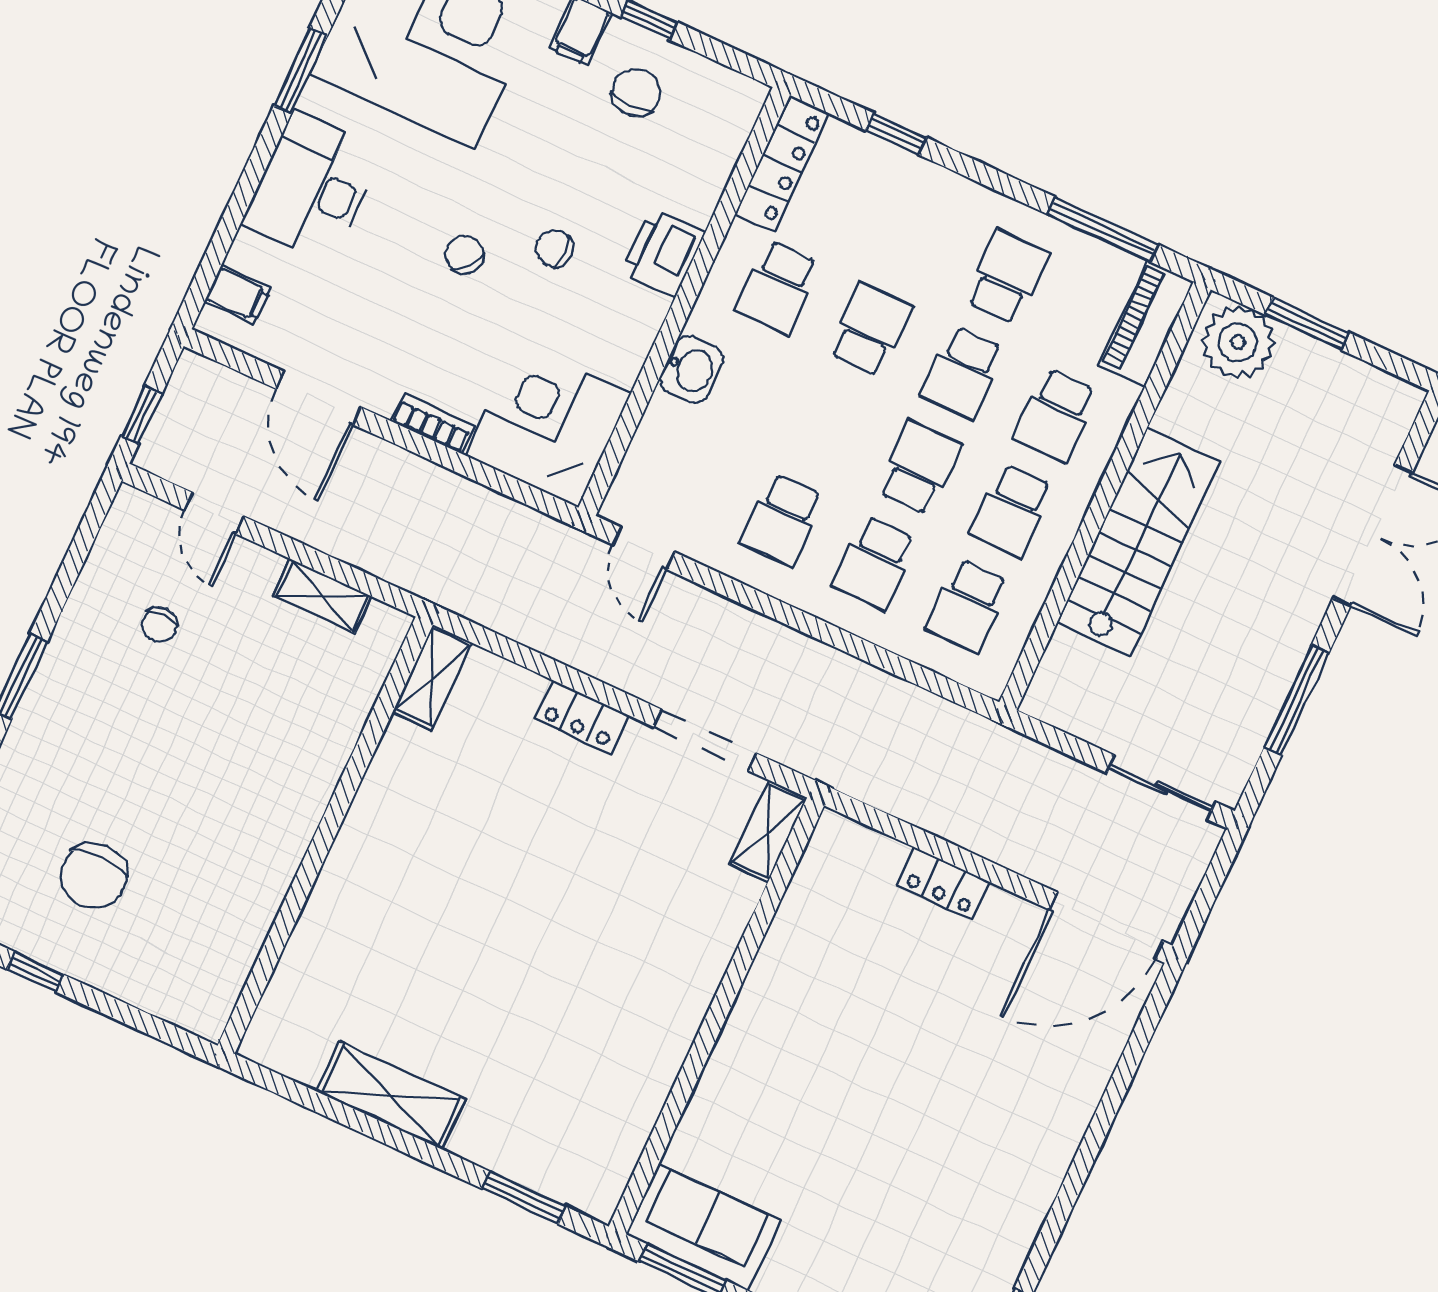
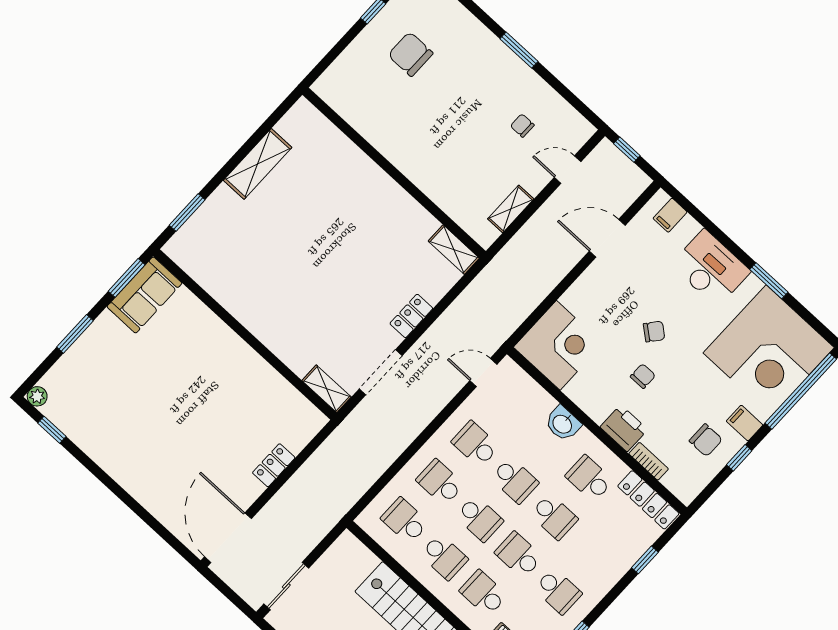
bookcase: (433, 423) -> (649, 461), moved, turned -90
school desk: (826, 425) -> (515, 480), added
school desk: (1012, 511) -> (444, 557), turned 180

